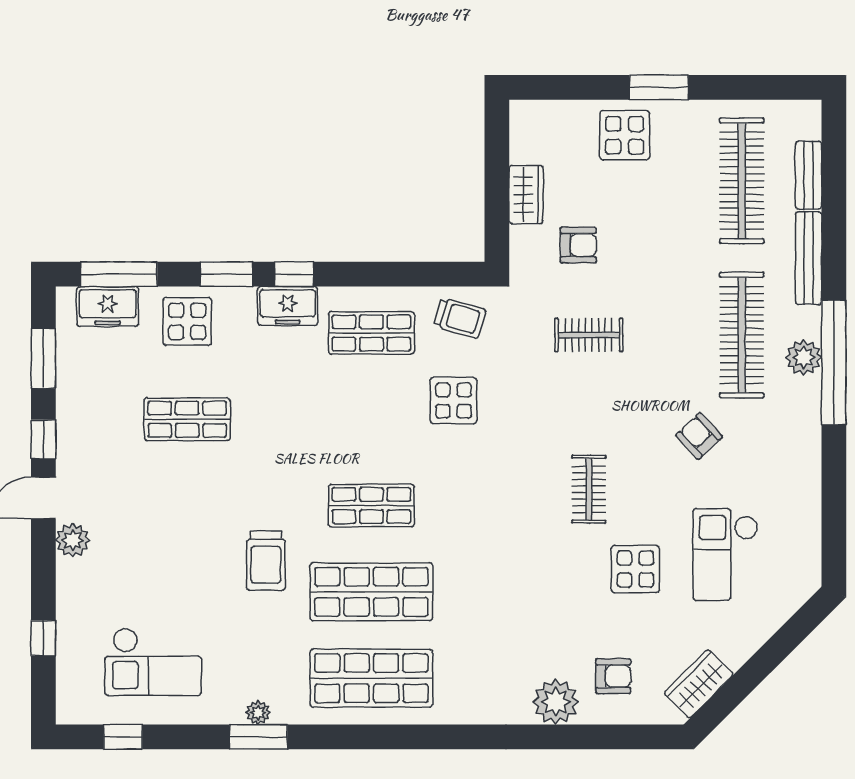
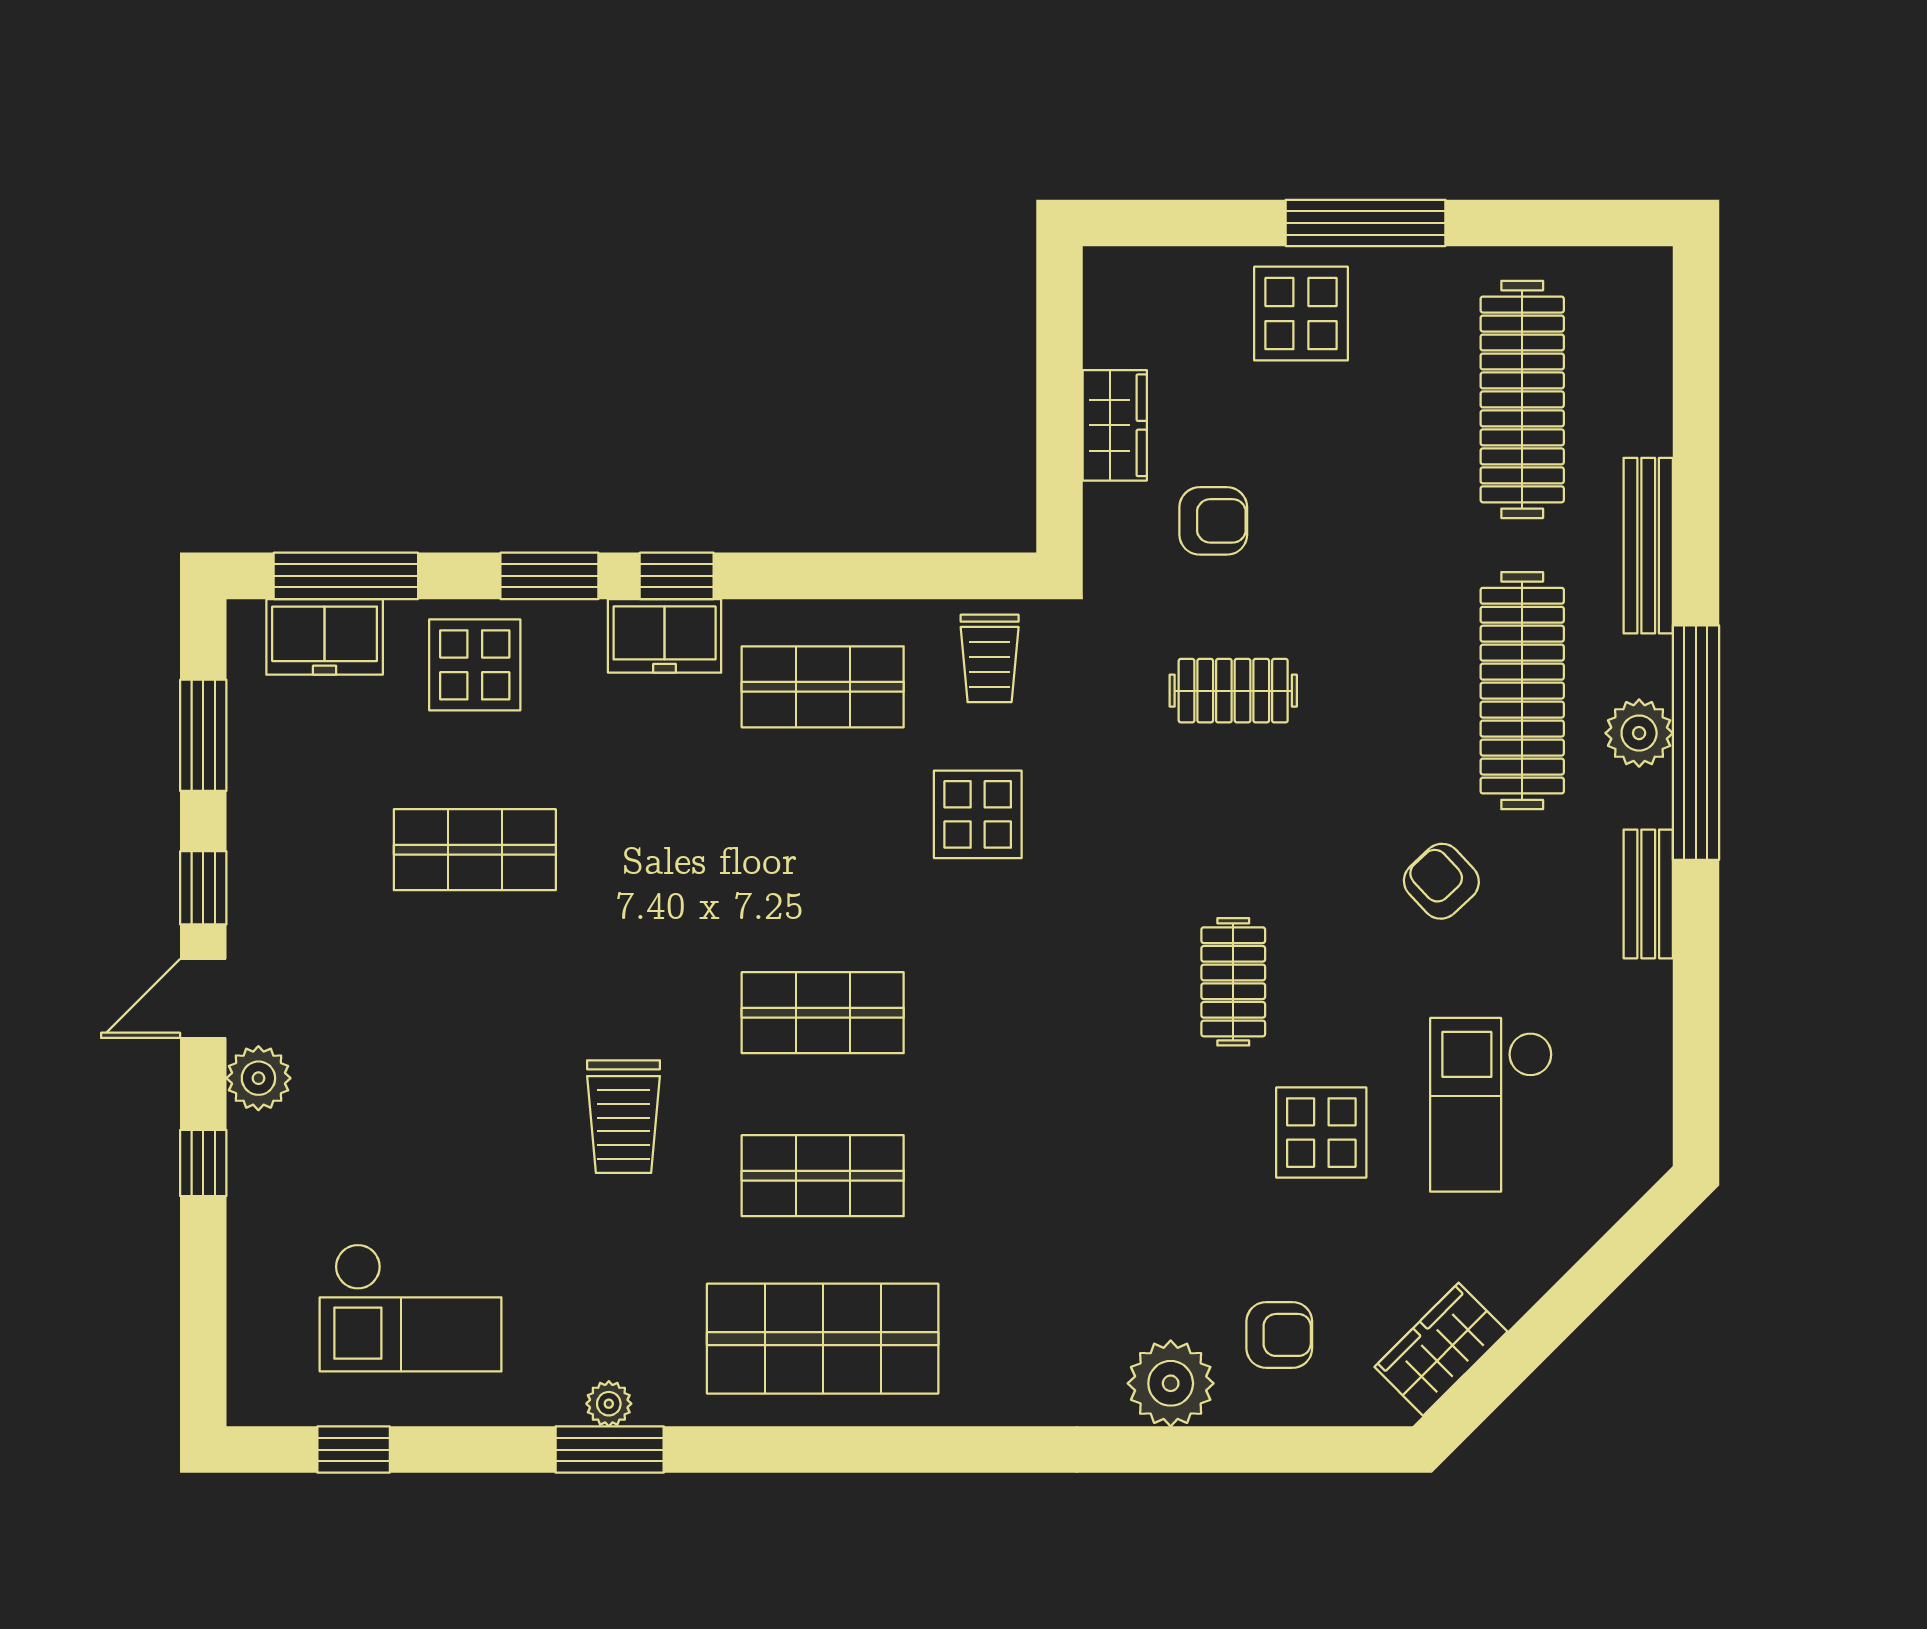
window: (659, 87) -> (1366, 223), width x1.44
bench: (809, 175) -> (1648, 894), moved
trolley: (460, 318) -> (990, 658), turned 74
shop shelf: (371, 592) -> (823, 1176), width x0.70, depth x0.74
window: (43, 638) -> (203, 1163), moved

